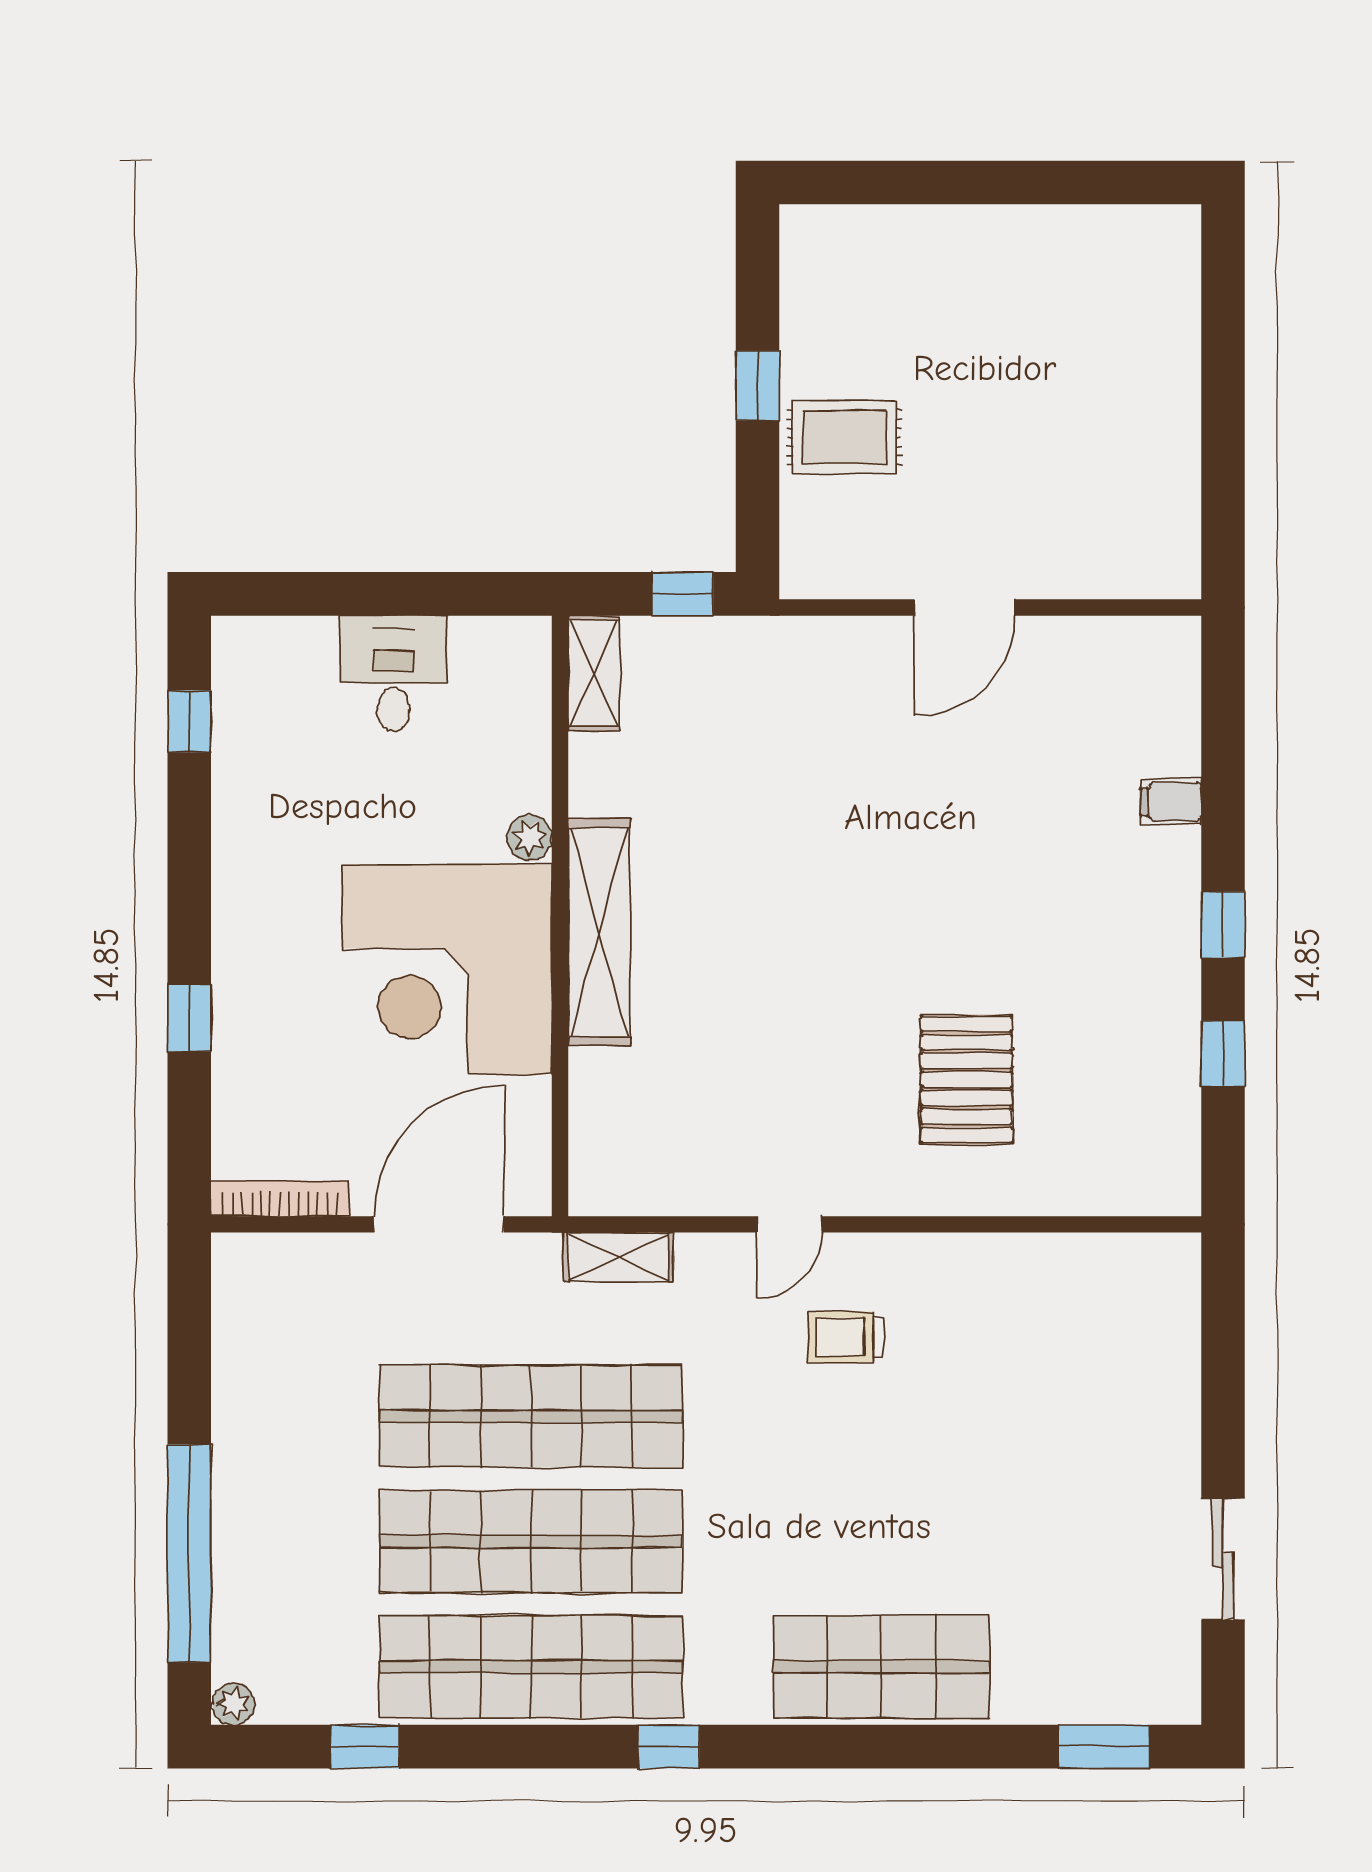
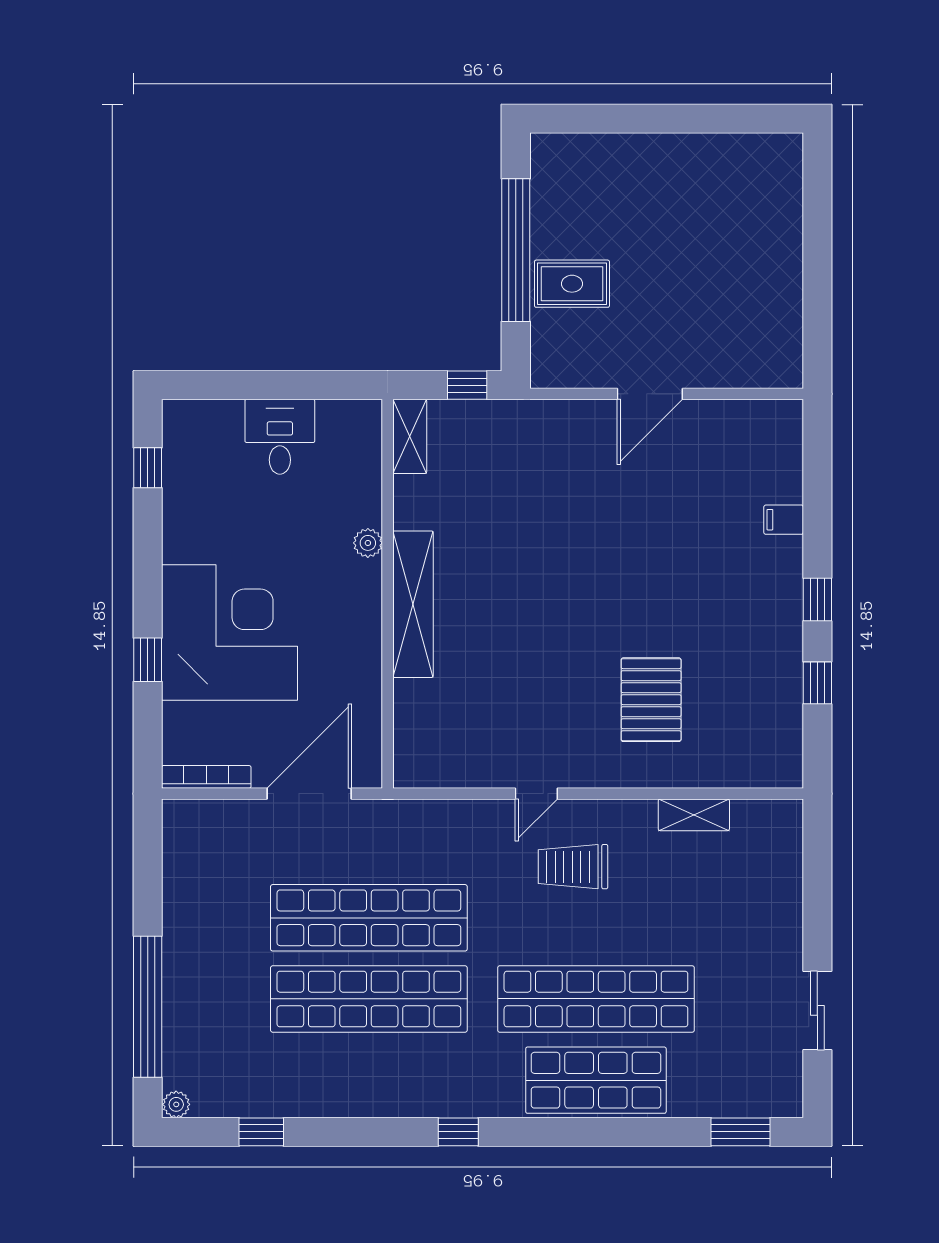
window: (758, 386) -> (516, 250), width x3.17
corner desk: (447, 969) -> (229, 632), moved, turned 180
shelving: (618, 1257) -> (694, 815), moved
trolley: (846, 1337) -> (573, 867), width x1.36, depth x1.39
shop shelf: (531, 1667) -> (596, 999), moved

